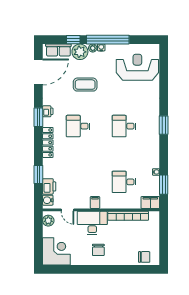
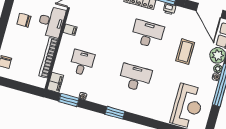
window: (164, 125) -> (115, 113), moved
desk: (78, 126) -> (147, 34), width x1.37
desk: (124, 126) -> (135, 78), width x1.37

